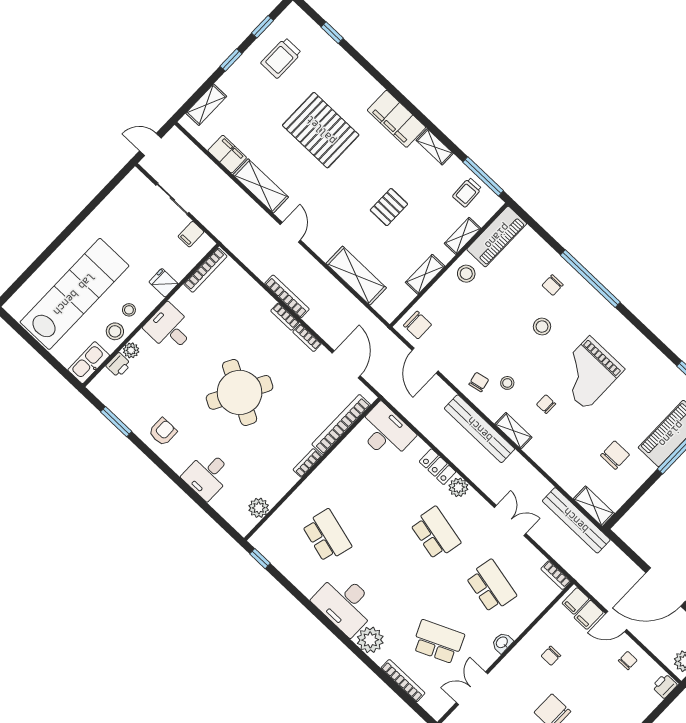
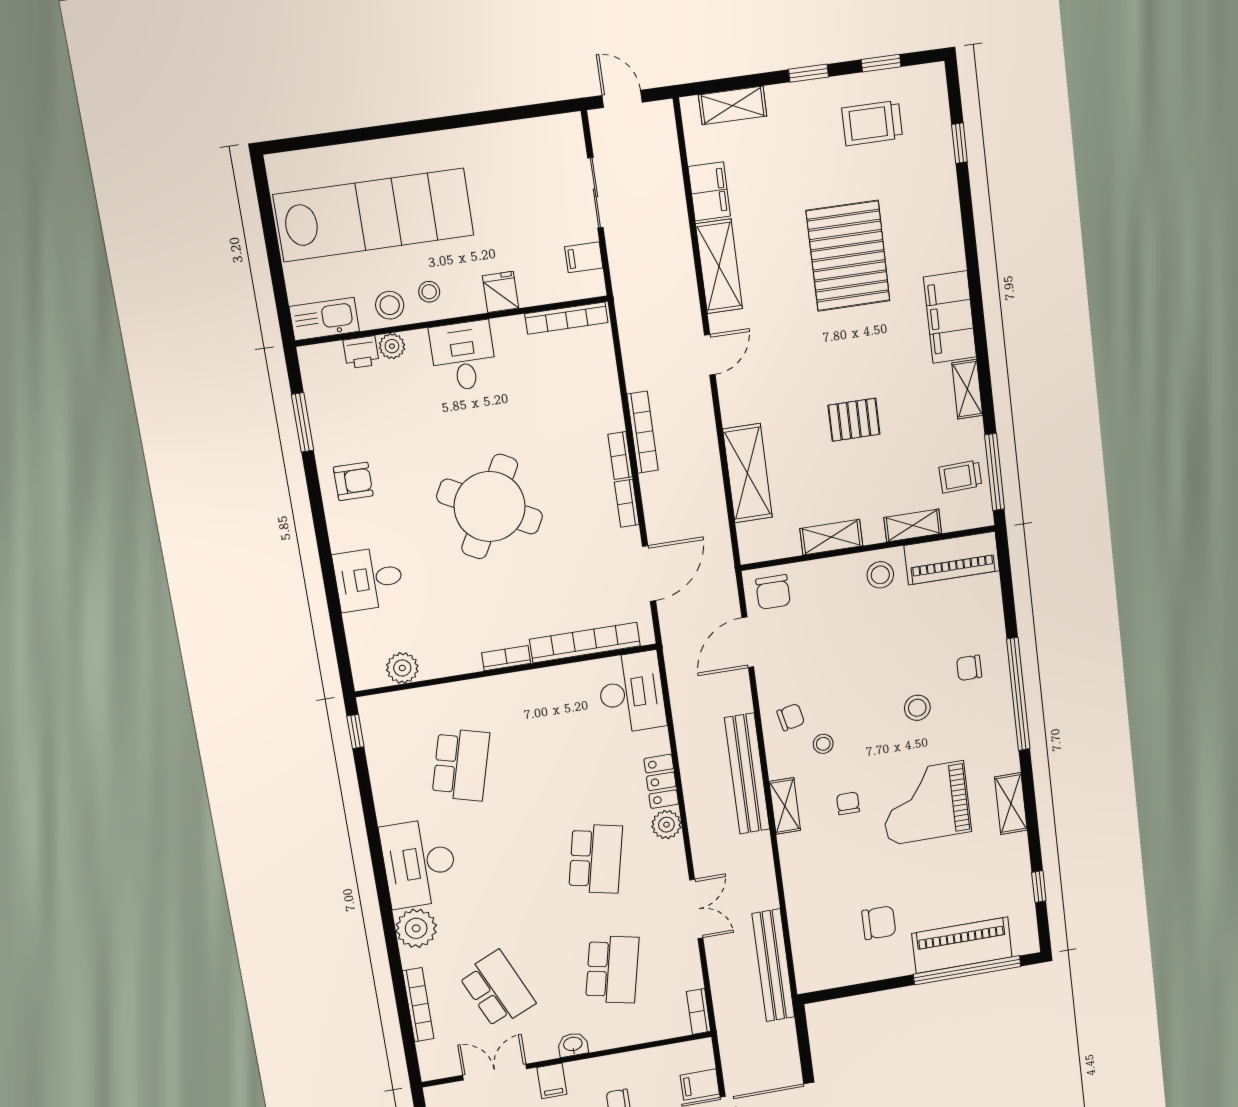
shelving: (594, 506) -> (1011, 804), moved
filing cabinet: (576, 601) -> (552, 1081), moved, turned -90

